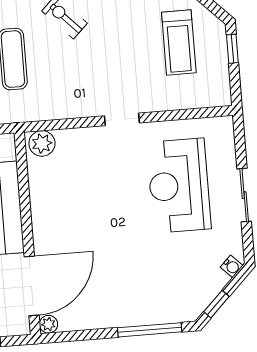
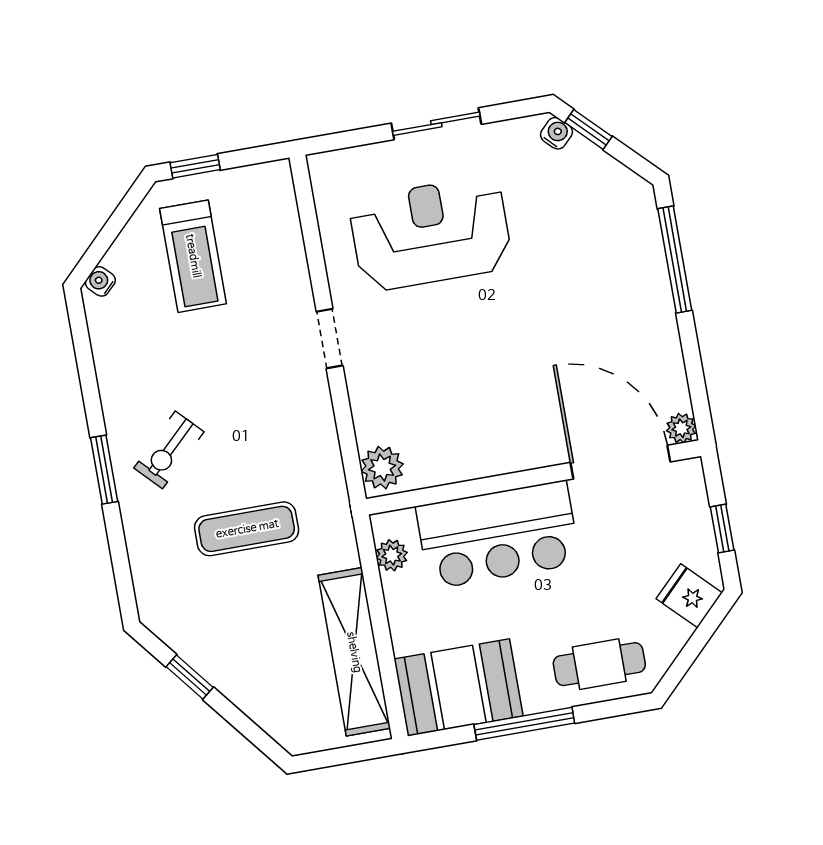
treadmill: (179, 42) -> (193, 256), turned 90
reception desk: (179, 186) -> (431, 234), turned 180
window: (217, 304) -> (588, 129), moved

